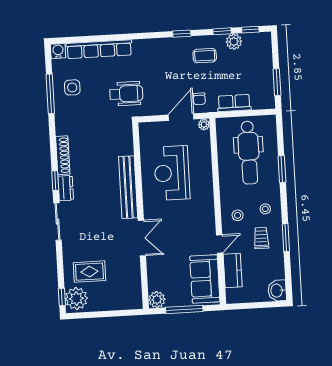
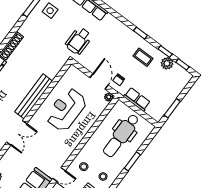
wheelchair: (126, 94) -> (79, 41), turned 90
door: (181, 117) -> (99, 81), hinge flipped

